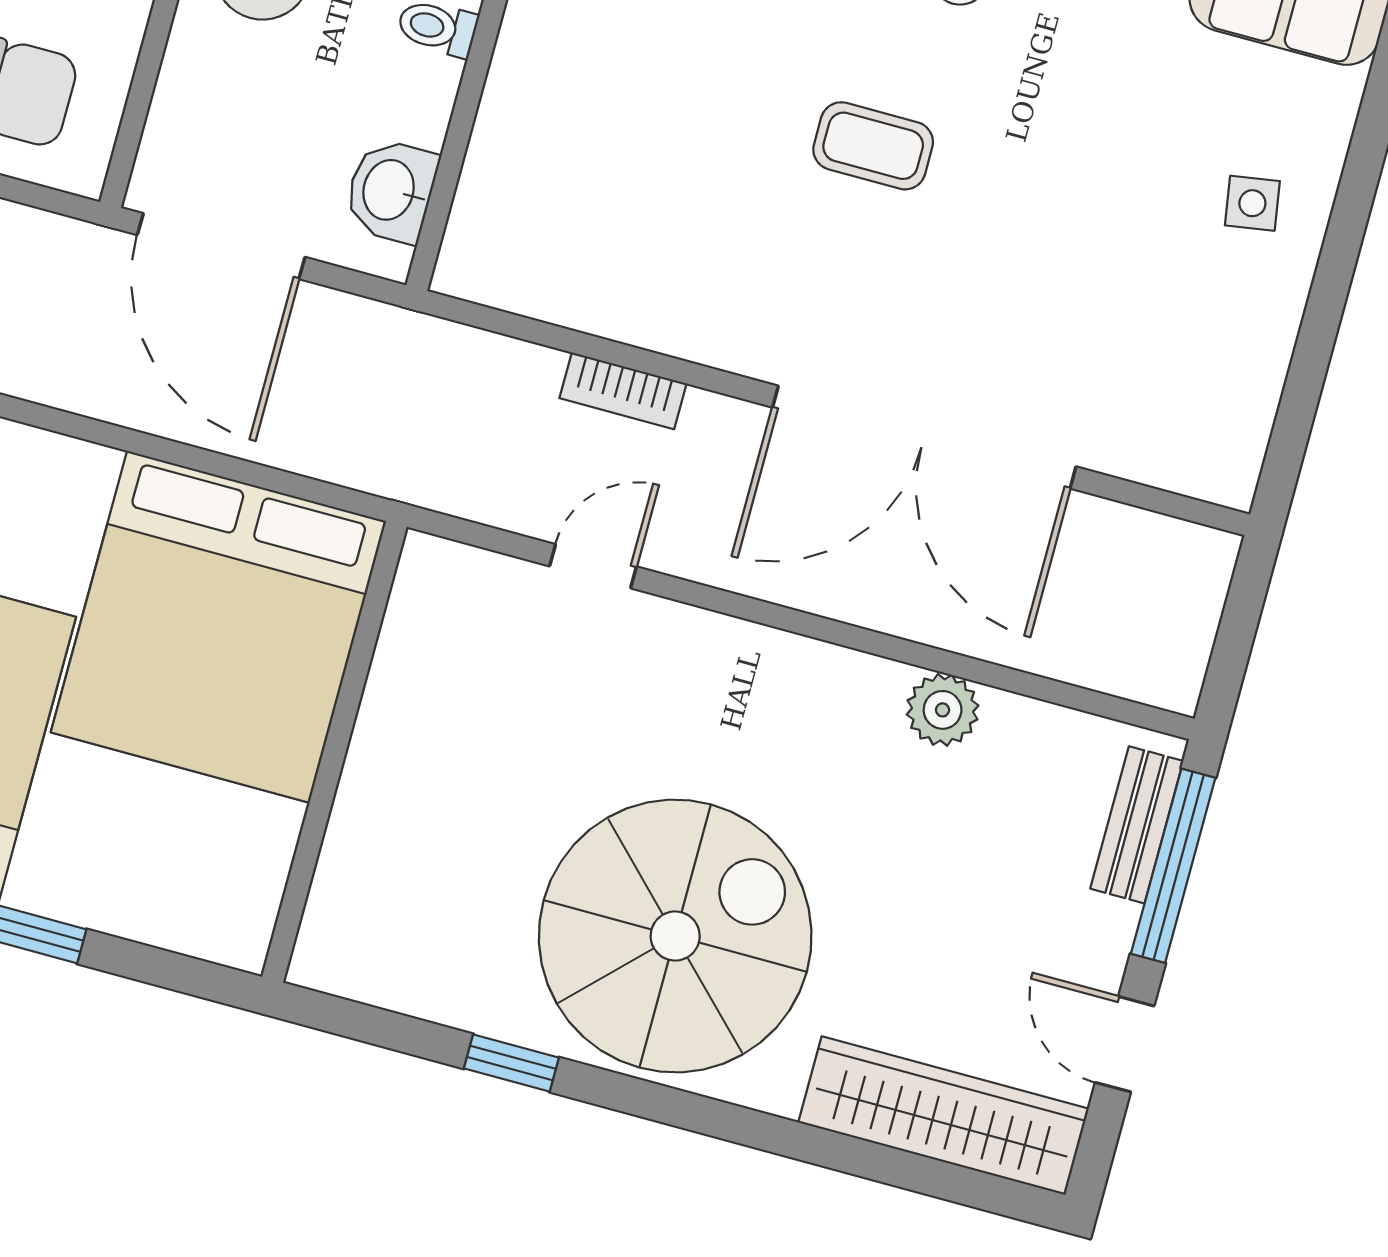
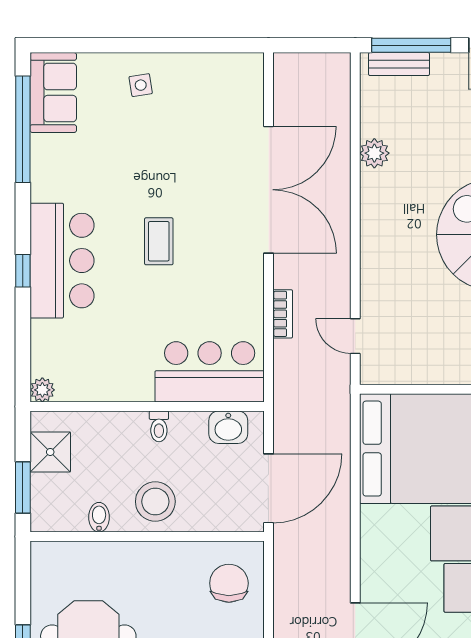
bar counter: (533, 182) -> (210, 372), added
door: (593, 566) -> (355, 336), moved

